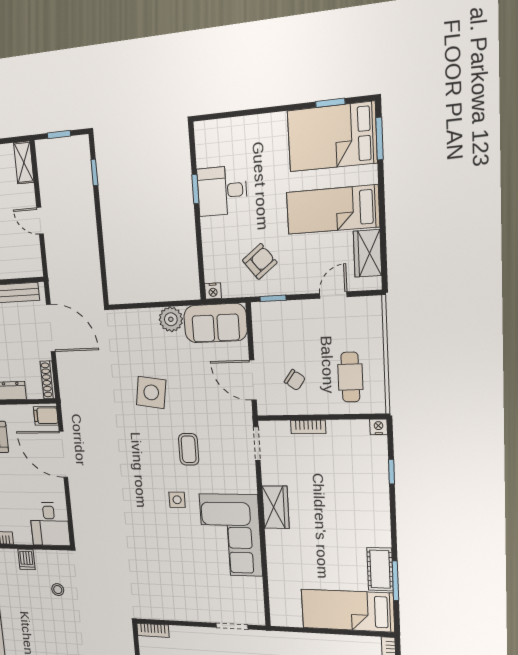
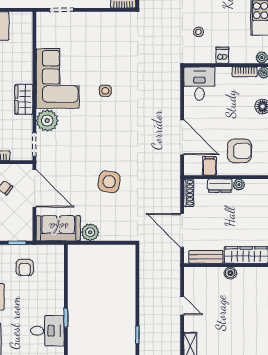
desk: (222, 191) -> (47, 331), moved
armchair: (260, 261) -> (25, 267), turned -52
nightstand: (213, 291) -> (58, 250), removed
door: (253, 380) -> (34, 188), width x1.36
filing cabinet: (46, 416) -> (209, 166), moved, turned -90
coffee table: (189, 449) -> (84, 141), removed
plant: (241, 477) -> (47, 121), added
side table: (177, 500) -> (105, 91), moved

